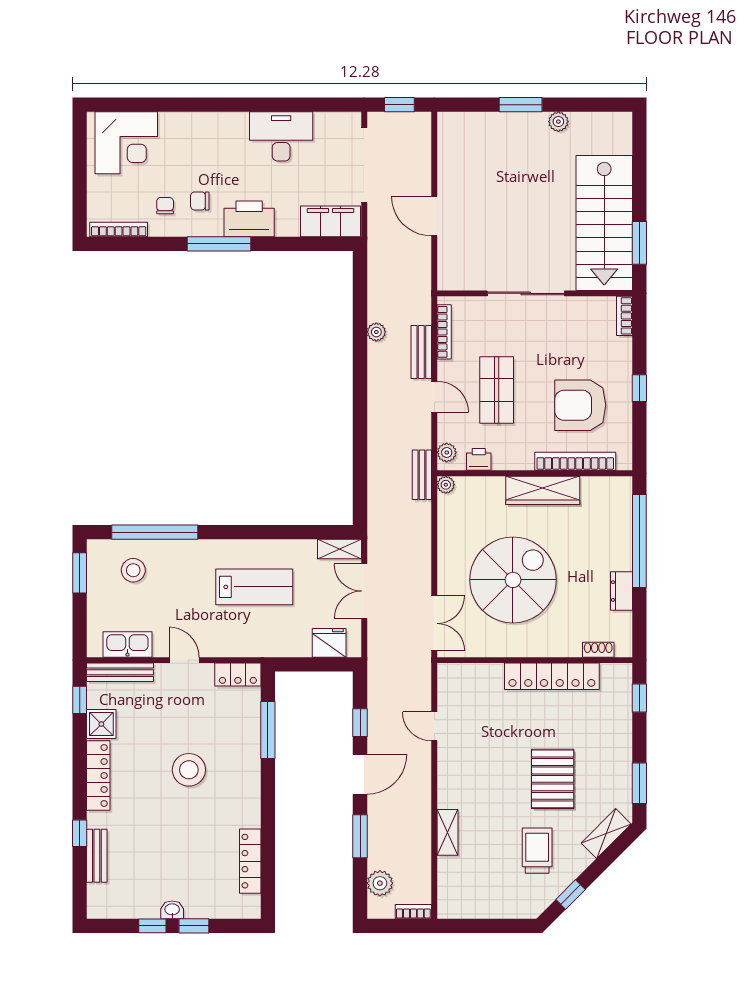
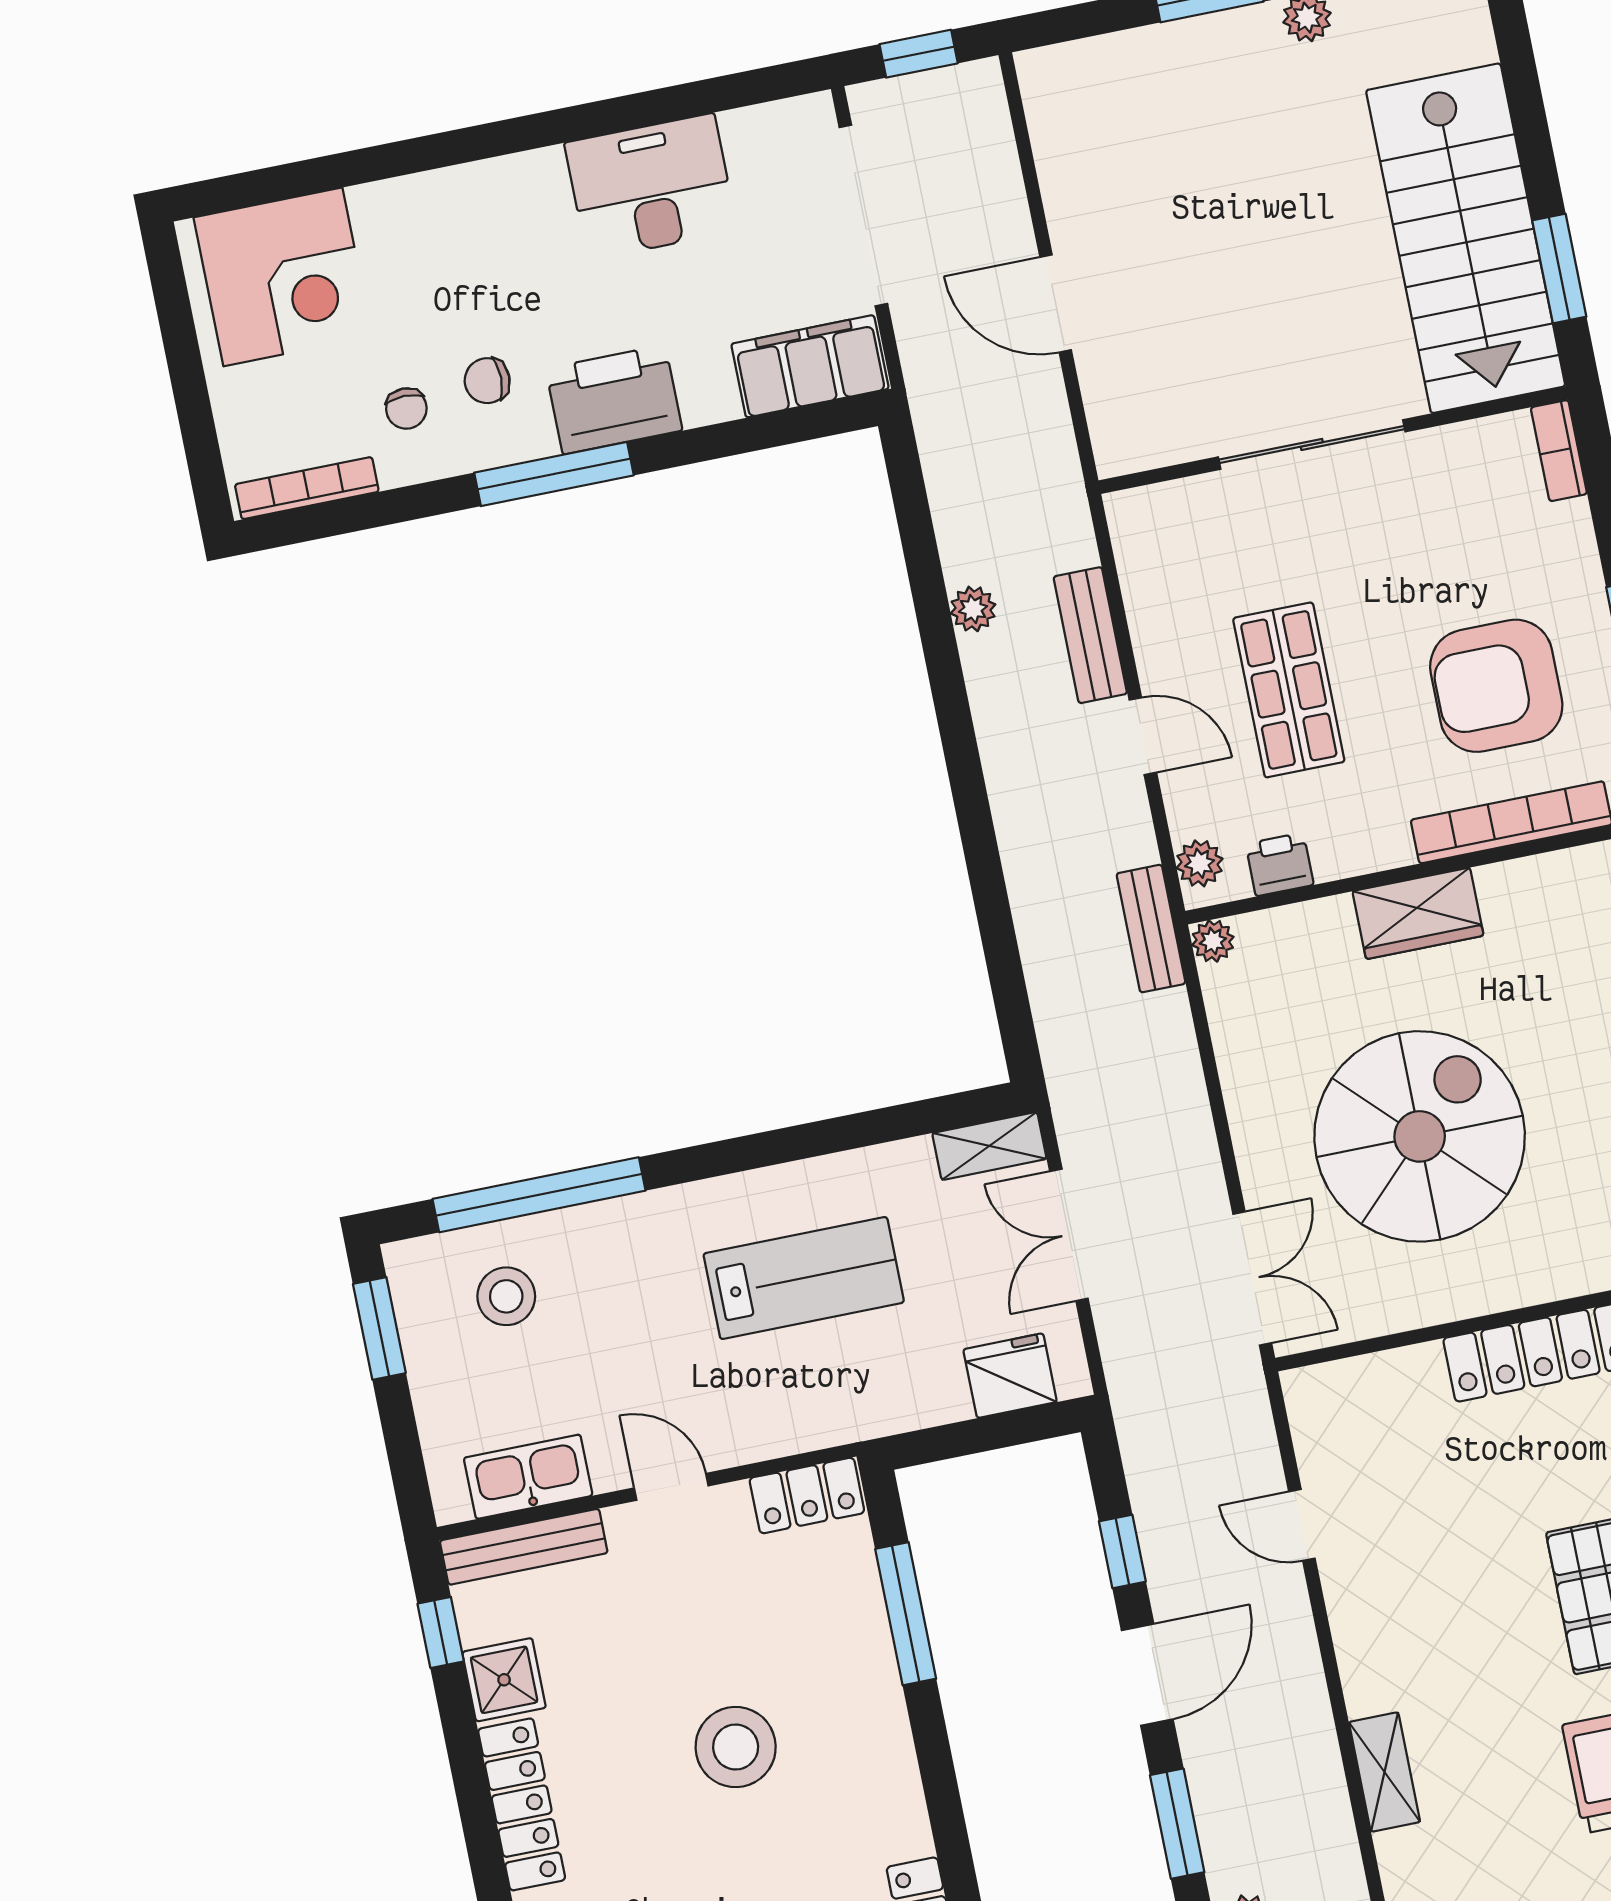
chair: (165, 206) -> (406, 409), turned 180
bookcase: (444, 332) -> (1135, 576), removed
wardrobe: (543, 490) -> (1418, 913), width x0.67

